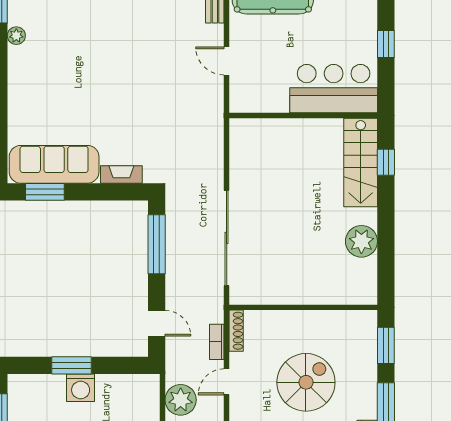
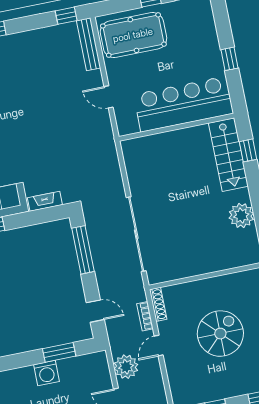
bar counter: (334, 89) -> (184, 104), width x1.36
window: (71, 365) -> (59, 352), moved

